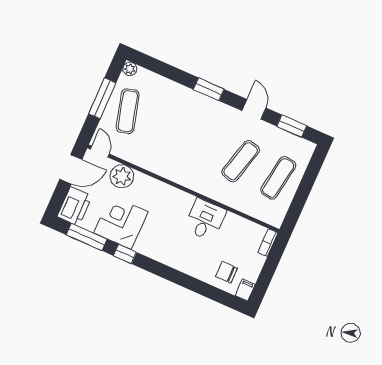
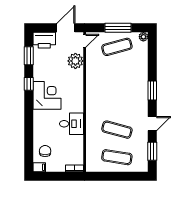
door: (71, 169) -> (66, 28), swing flipped
corner desk: (121, 222) -> (47, 95), moved
window: (87, 237) -> (29, 56), width x0.69

